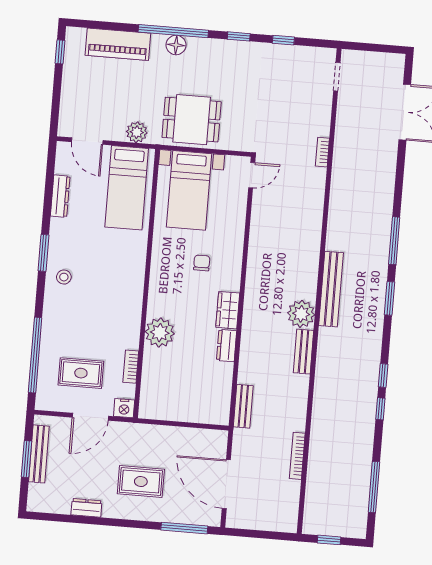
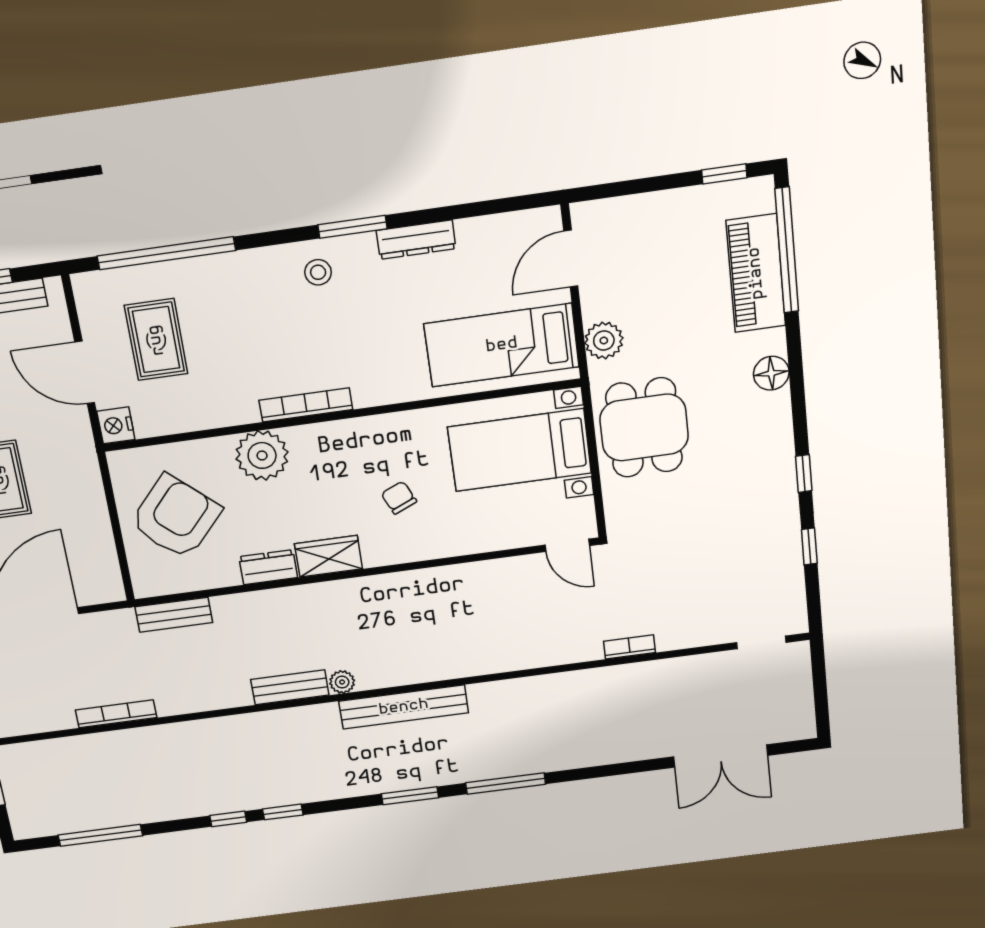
window: (173, 31) -> (787, 250), moved
dresser: (60, 196) -> (416, 240), moved
chair: (202, 263) -> (399, 498), turned -114
plant: (301, 314) -> (342, 682), width x0.53, depth x0.53
bookcase: (131, 367) -> (306, 405), moved, width x1.56
armchair: (185, 390) -> (176, 517), added

